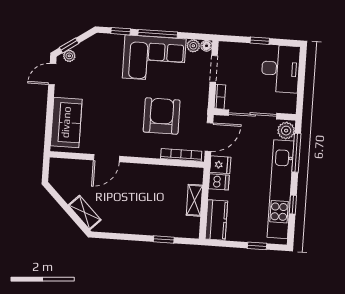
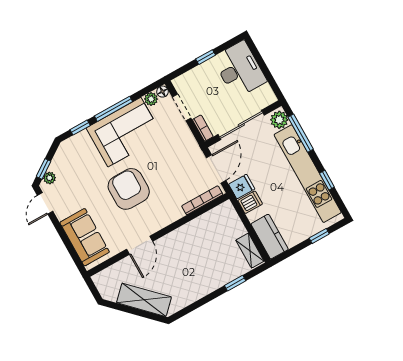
armchair: (162, 116) -> (129, 189), moved
shelving: (194, 200) -> (250, 251), moved
shelving: (85, 213) -> (144, 300), width x1.50, depth x1.33

